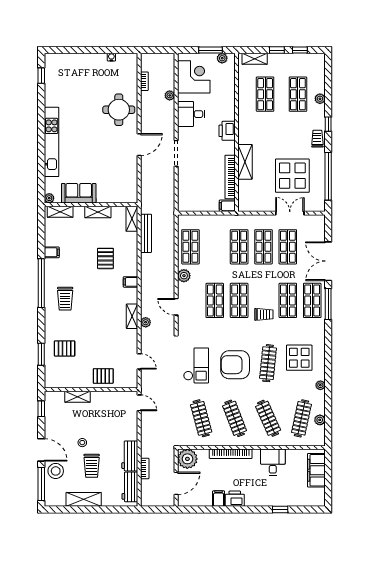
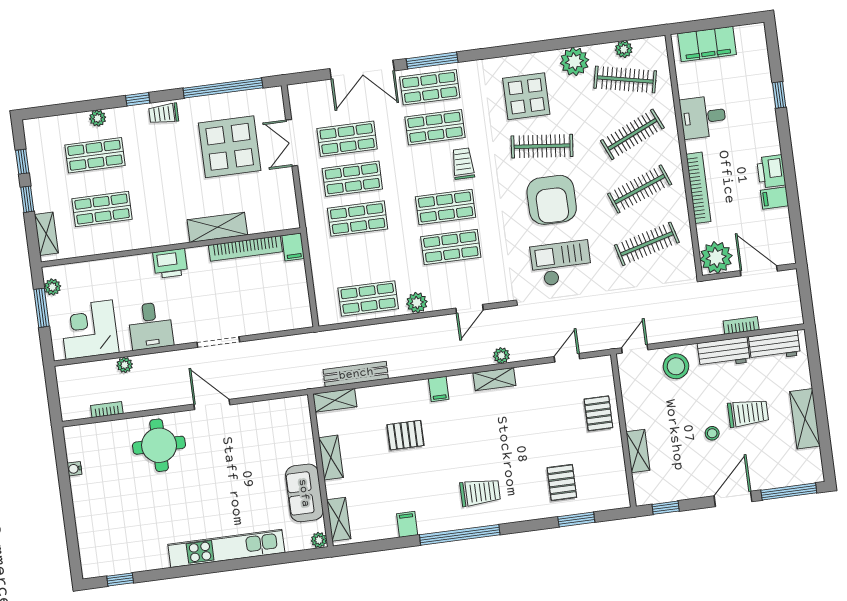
plant: (320, 385) -> (574, 62), width x1.88, depth x1.88
stool: (56, 471) -> (676, 366), moved

